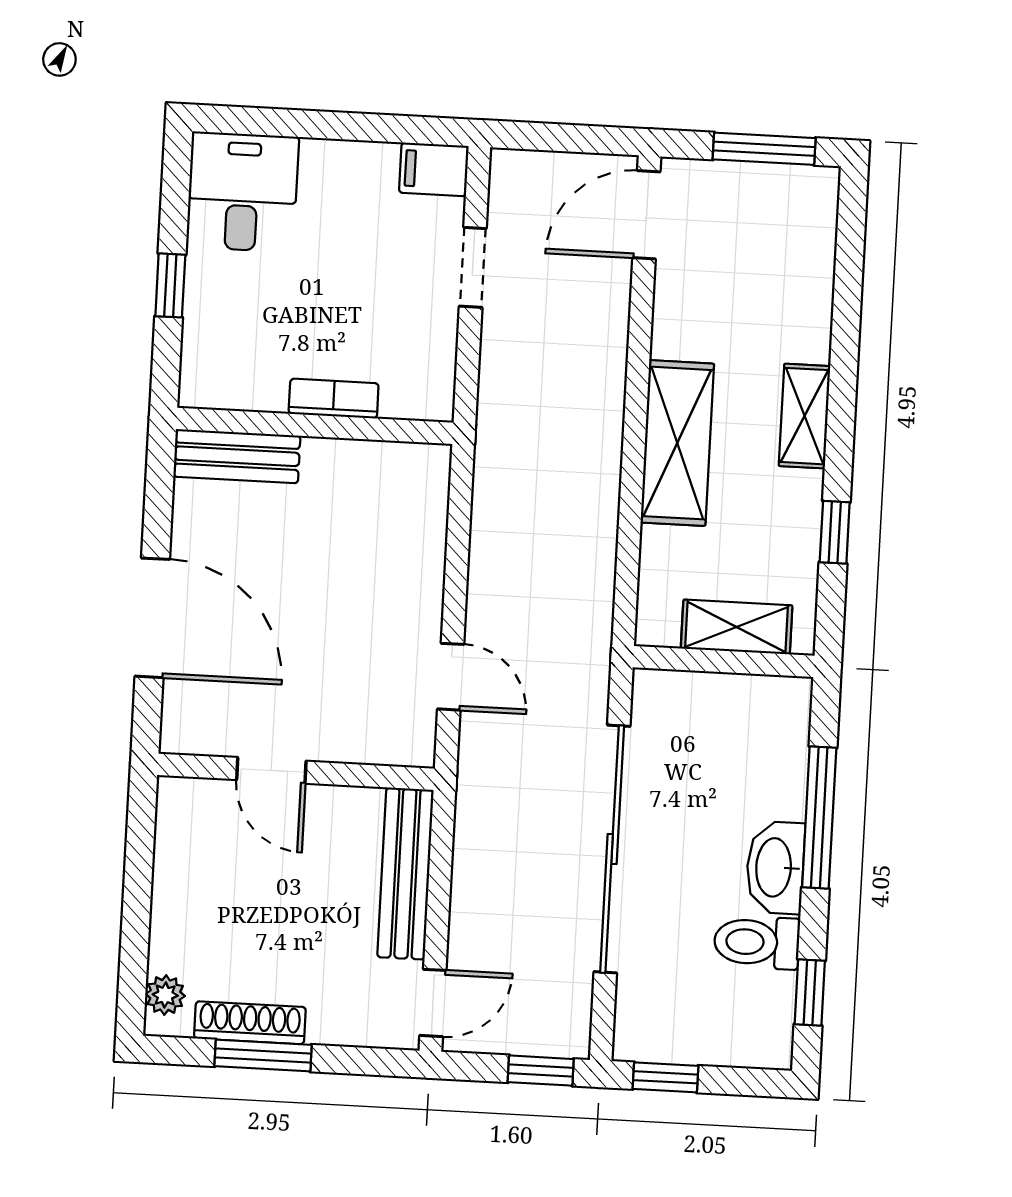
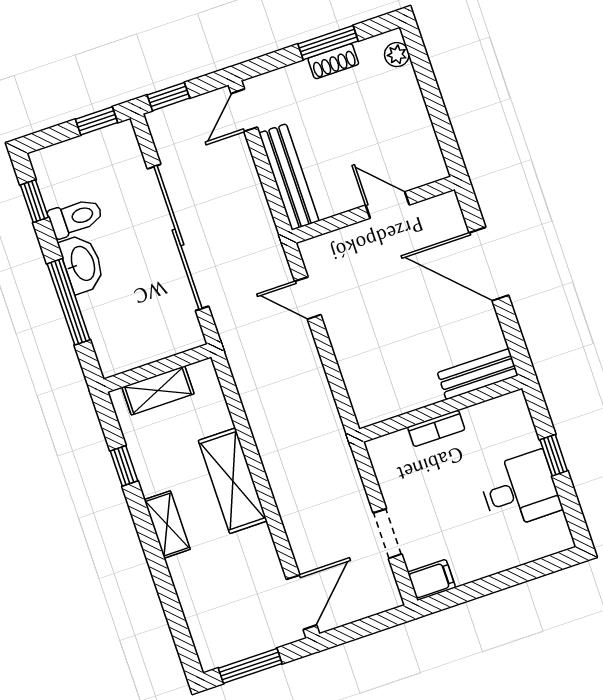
desk: (242, 192) -> (520, 490), moved, turned -90
shoe rack: (250, 1023) -> (333, 61), width x0.70

